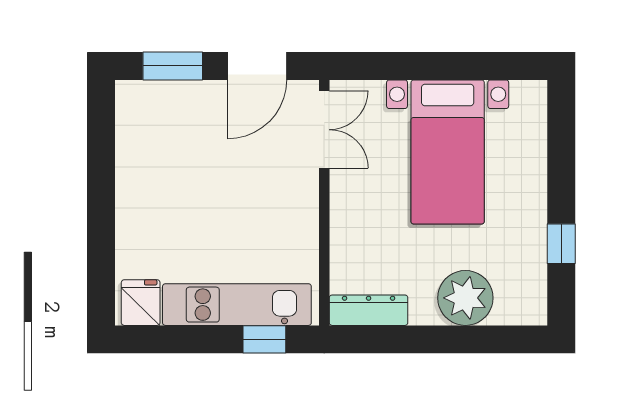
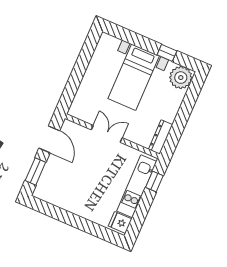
double door: (324, 130) -> (107, 134), moved
bed with nightstands: (448, 152) -> (134, 77), moved, turned 90
plant: (465, 298) -> (181, 78), moved

